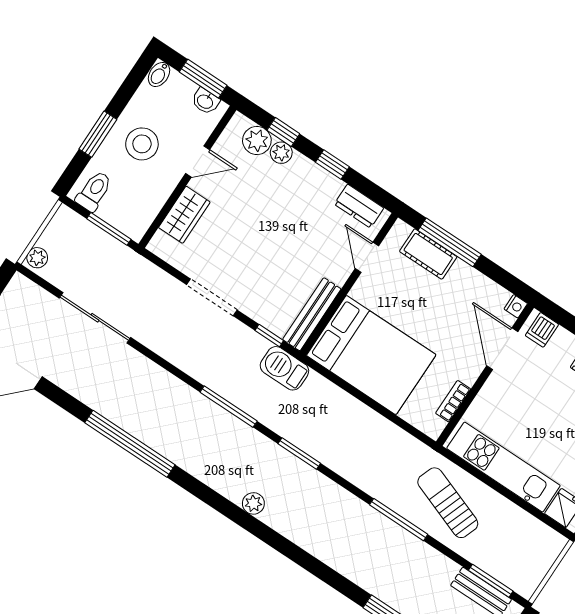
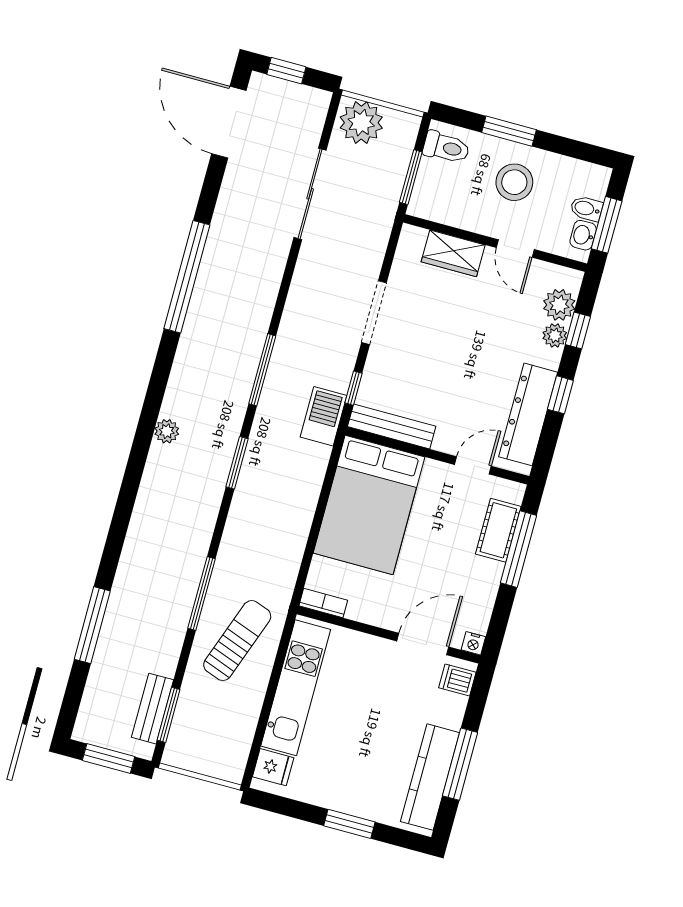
bidet: (159, 74) -> (586, 209), moved
dresser: (359, 206) -> (528, 414), width x1.96, depth x1.24
plant: (37, 258) -> (361, 123), width x1.87, depth x1.87
bookcase: (453, 401) -> (323, 603), moved

